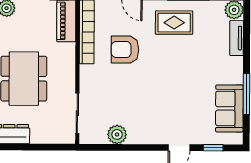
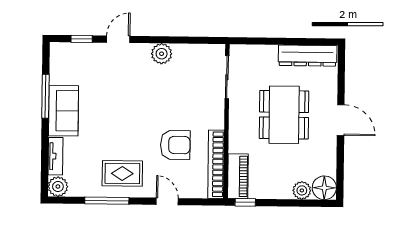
sofa: (229, 108) -> (64, 111), moved
plant: (117, 134) -> (162, 54), moved

